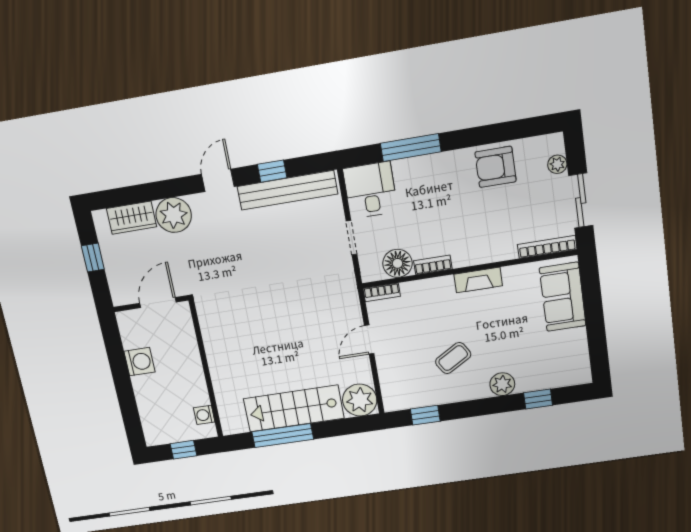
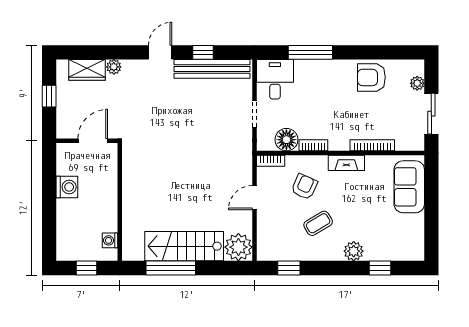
plant: (174, 215) -> (114, 67), width x0.53, depth x0.53
bookcase: (547, 247) -> (372, 145), moved
armchair: (429, 317) -> (304, 187), added

